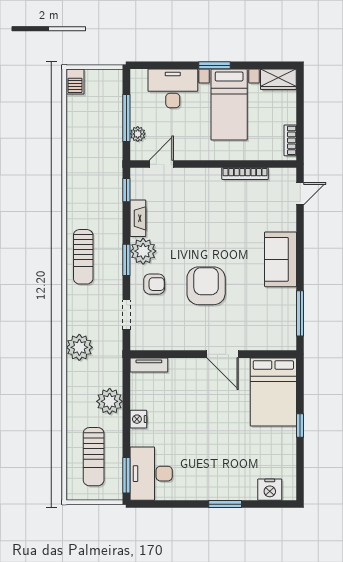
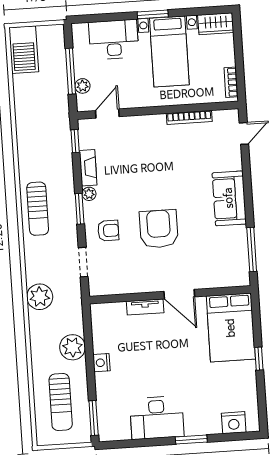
barbecue: (75, 82) -> (24, 50), width x1.88, depth x1.53
plant: (143, 251) -> (89, 194), width x0.53, depth x0.53
tv unit: (149, 365) -> (145, 307), moved
desk: (151, 474) -> (157, 418), moved, turned -90

